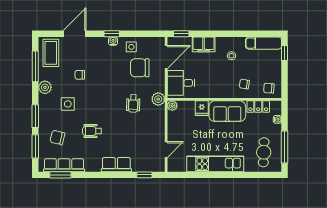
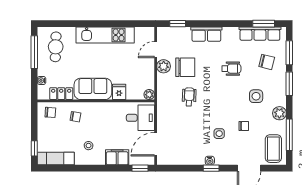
side table: (131, 47) -> (219, 134), moved
chair: (140, 68) -> (185, 67), moved
plant: (158, 99) -> (164, 66), moved

